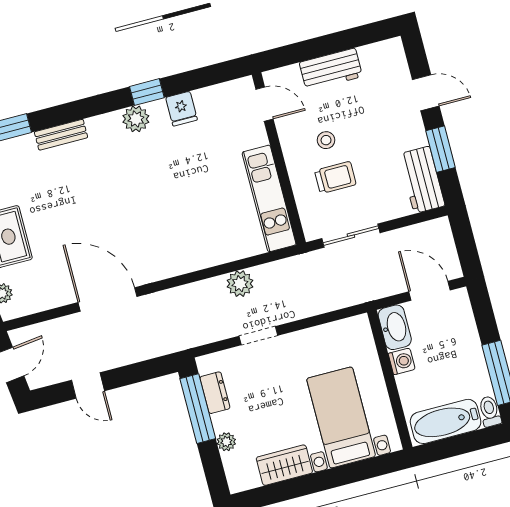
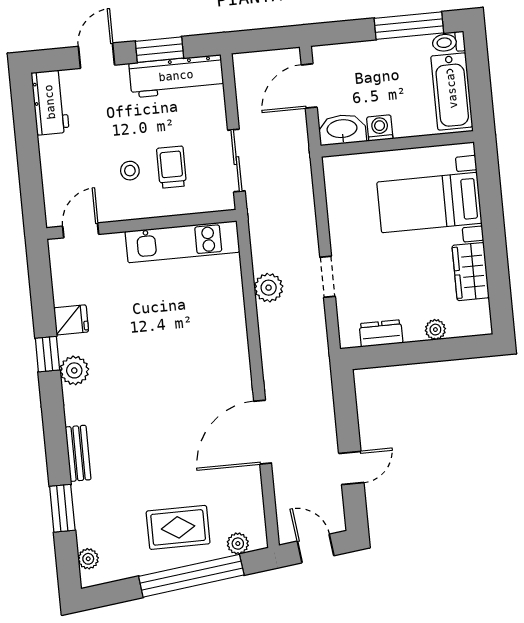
workbench: (331, 69) -> (50, 102), moved
workbench: (422, 180) -> (176, 76), width x1.38
window: (198, 409) -> (395, 354), removed

